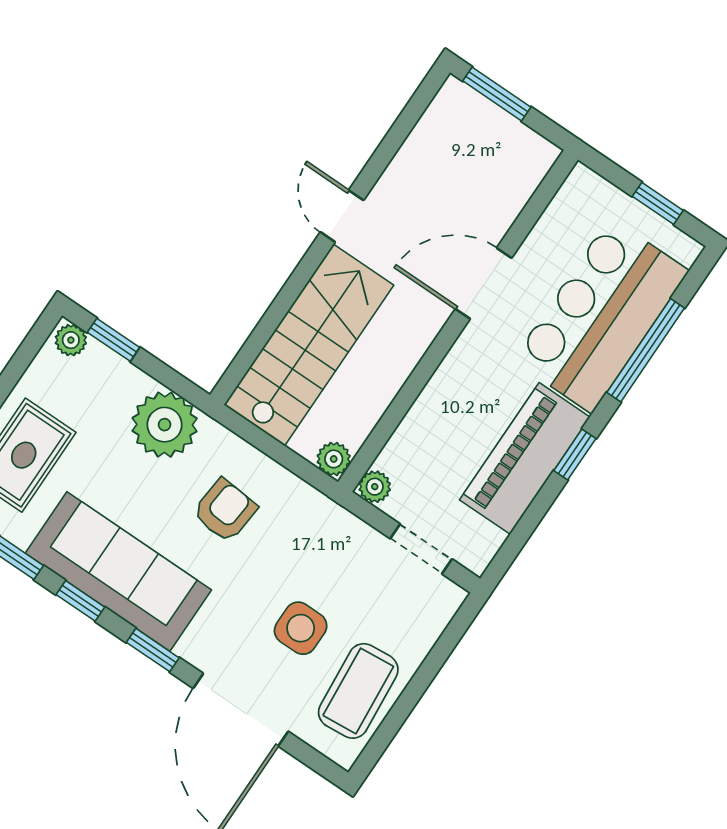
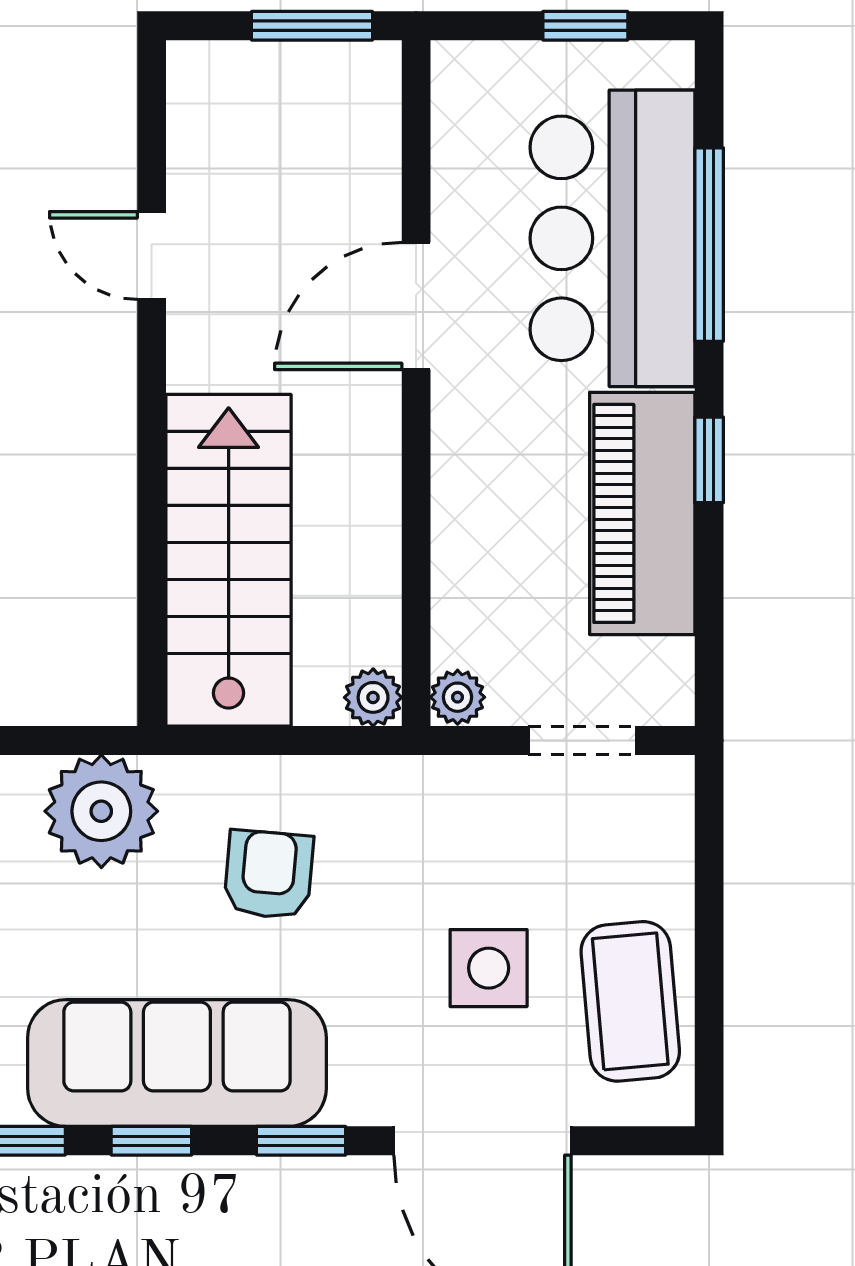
window: (497, 94) -> (312, 26), moved
door: (342, 216) -> (152, 255), moved

